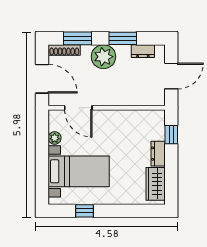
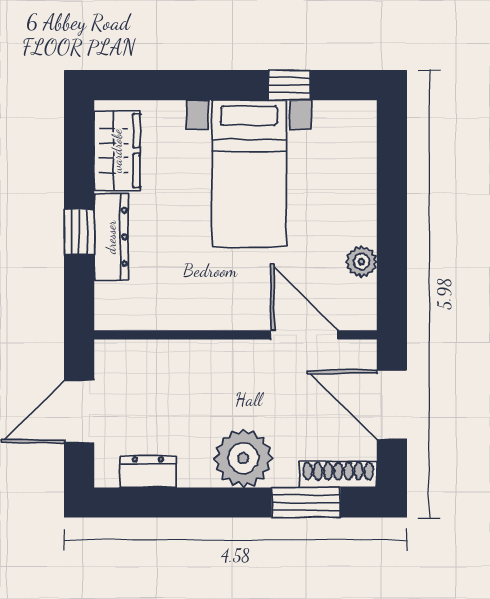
window: (123, 38) -> (197, 503), removed
window: (171, 135) -> (79, 232), moved
dresser: (158, 154) -> (111, 237), width x1.44
bed with nightstands: (79, 171) -> (249, 174), moved, turned -90

